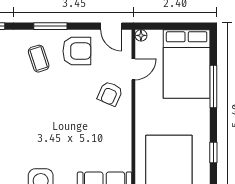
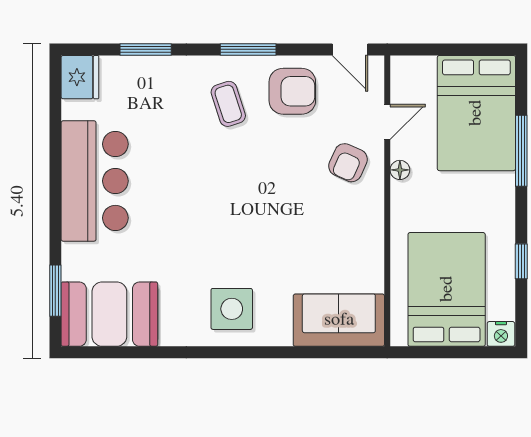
floor lamp: (141, 35) -> (400, 170), moved

